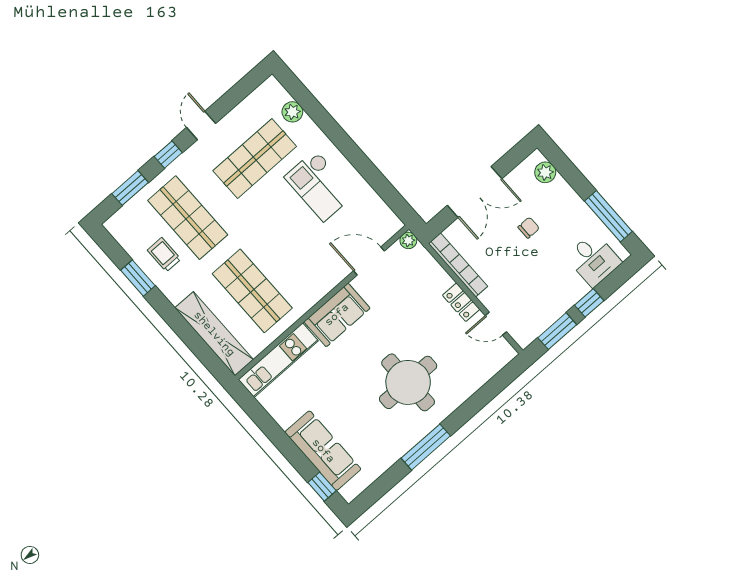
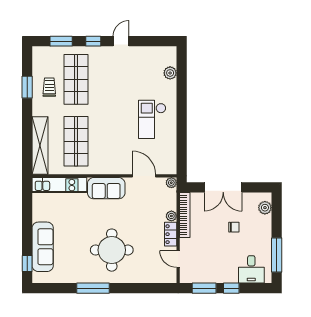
shop shelf: (255, 158) -> (133, 79), removed
plant: (443, 280) -> (171, 216), added

